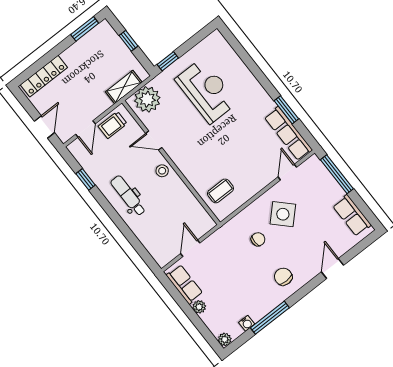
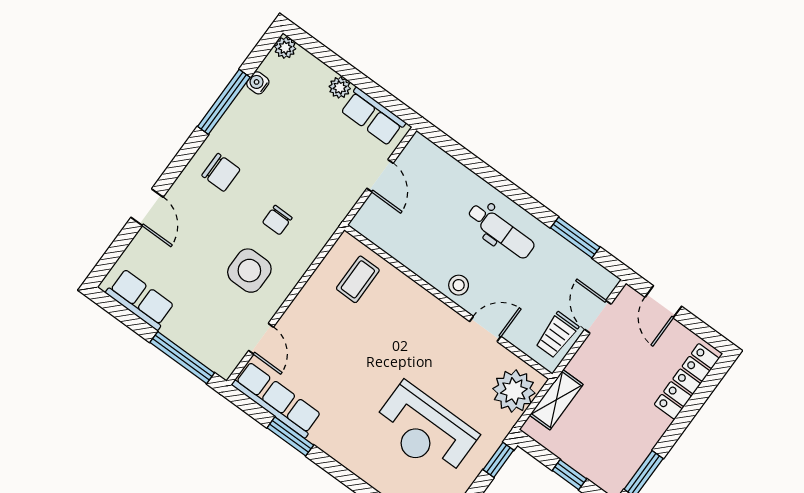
trolley: (113, 125) -> (557, 335), turned 180
window: (86, 179) -> (575, 237), width x1.50
side table: (283, 214) -> (249, 271), turned 45

